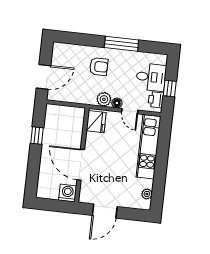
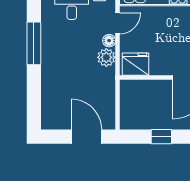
armchair: (99, 67) -> (66, 69), removed

